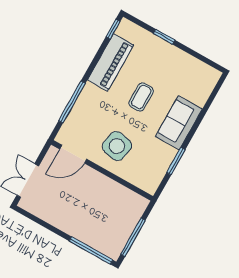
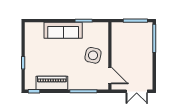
coffee table: (141, 97) -> (61, 57), removed
sofa: (179, 123) -> (63, 30), width x1.36

